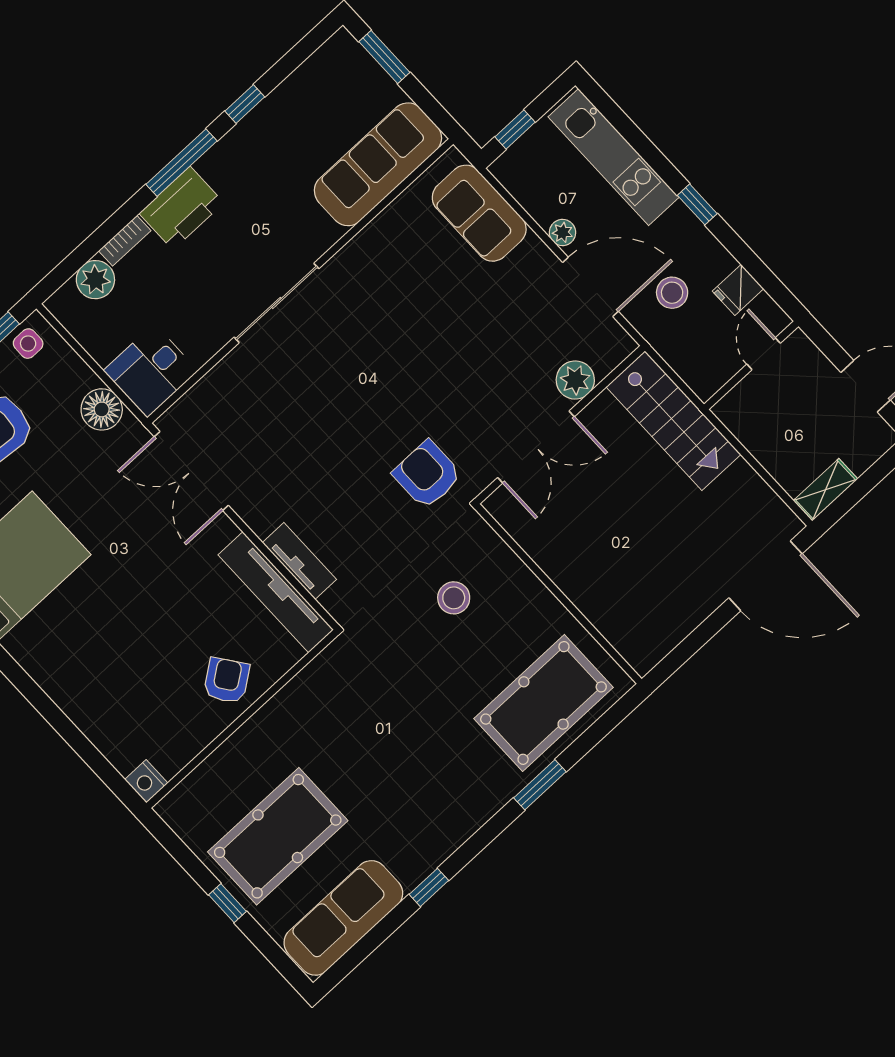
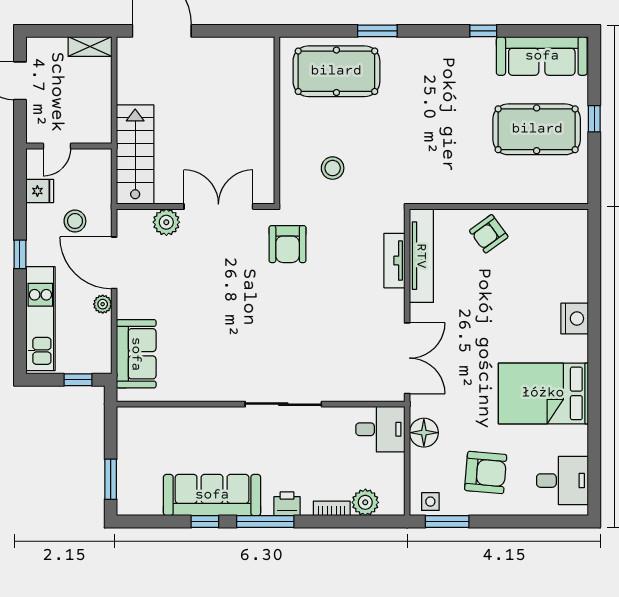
sofa: (378, 164) -> (212, 495), moved, turned 180
printer: (181, 208) -> (287, 504), width x0.53, depth x0.68
nightstand: (146, 781) -> (575, 319), moved, width x1.36, depth x1.33

